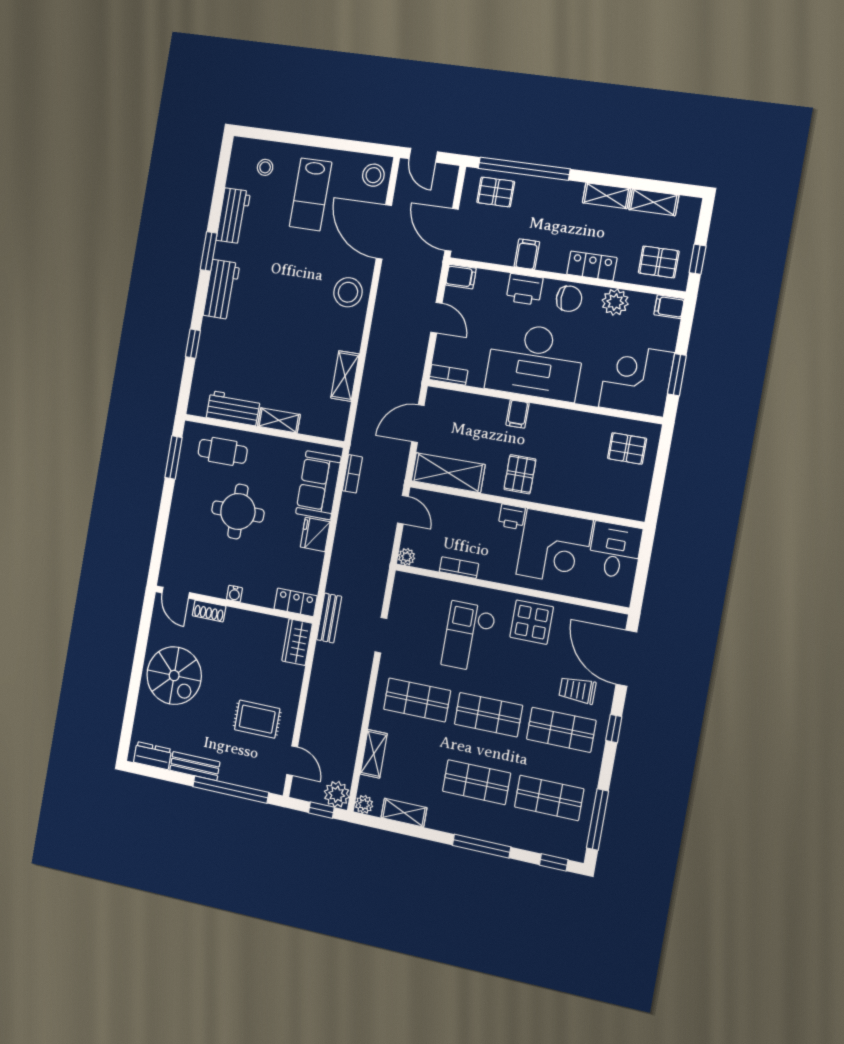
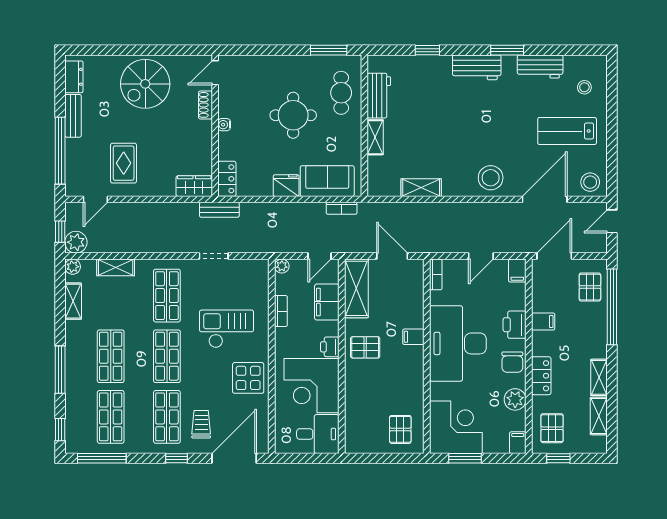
filing cabinet: (458, 511) -> (327, 302), added

